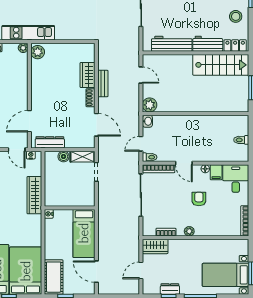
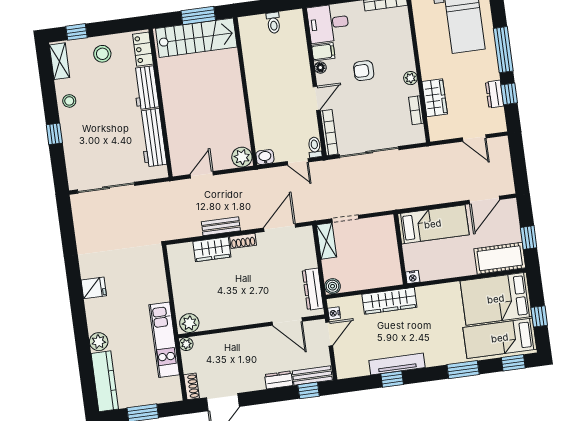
stairs: (221, 65) -> (196, 38), moved, turned 90
boiler: (64, 156) -> (333, 286), moved
wardrobe: (155, 246) -> (435, 98), moved

